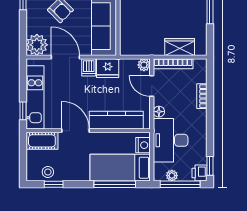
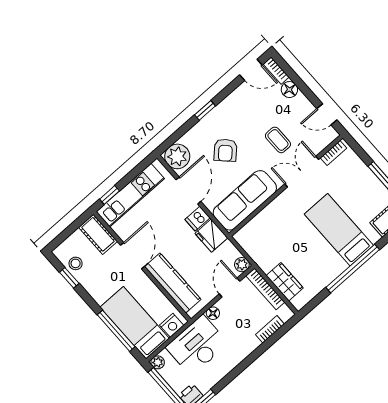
bookcase: (202, 96) -> (270, 329), moved
plant: (172, 176) -> (158, 362), moved

